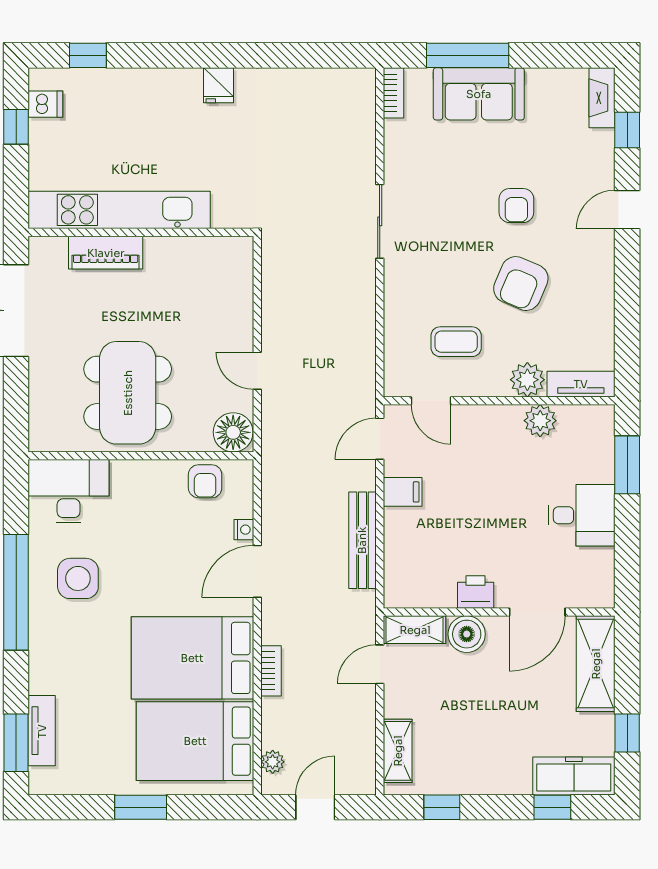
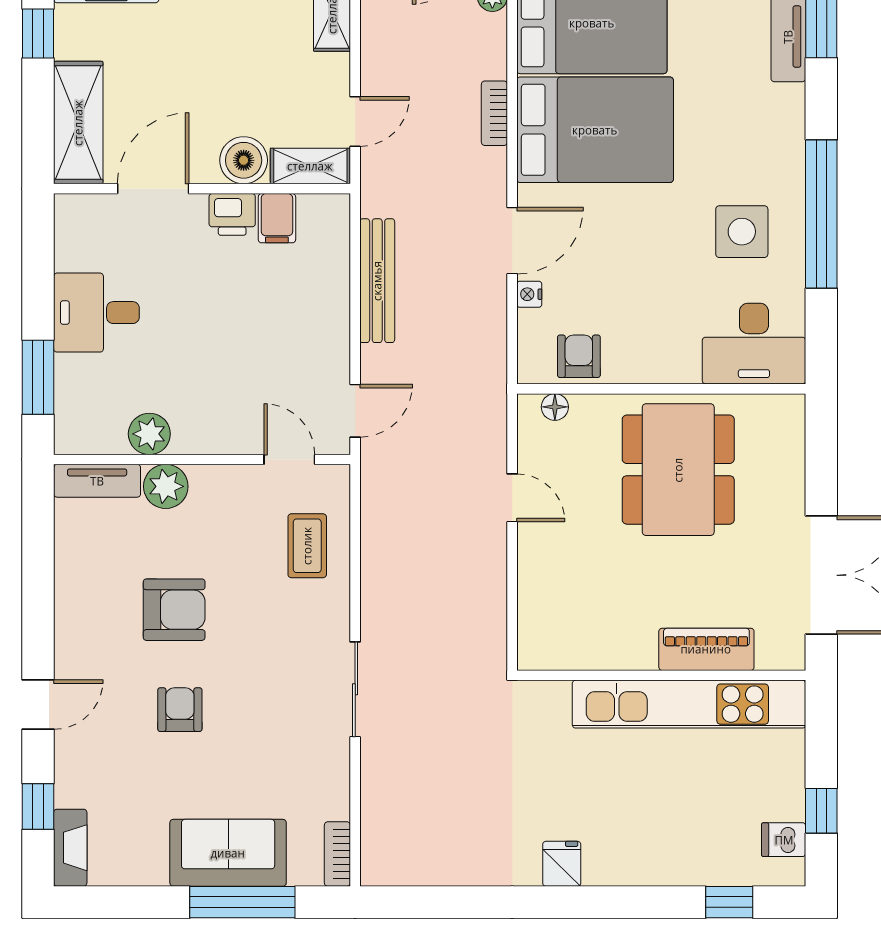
armchair: (521, 284) -> (174, 610), turned 67
coffee table: (456, 342) -> (307, 546), moved, turned 90
floor lamp: (233, 432) -> (555, 407), width x0.53, depth x0.53
filing cabinet: (403, 492) -> (277, 218), moved, turned -90

